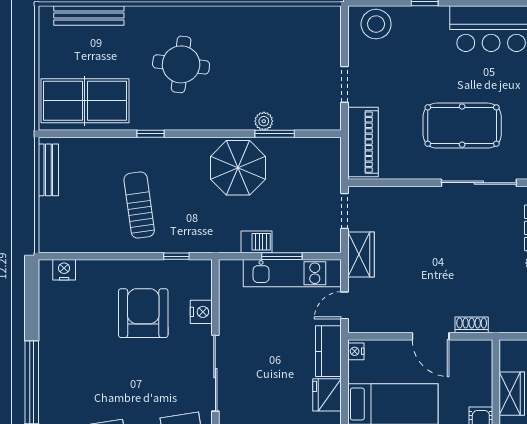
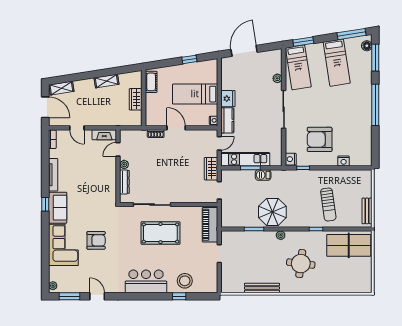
bench: (89, 16) -> (262, 288), moved
stool: (376, 24) -> (185, 281), moved
plant: (264, 121) -> (281, 235), moved
sun lounger: (139, 205) -> (328, 205), moved
nightstand: (64, 270) -> (344, 161), moved
nightstand: (201, 312) -> (291, 159), moved
armchair: (143, 313) -> (320, 139), turned 90

